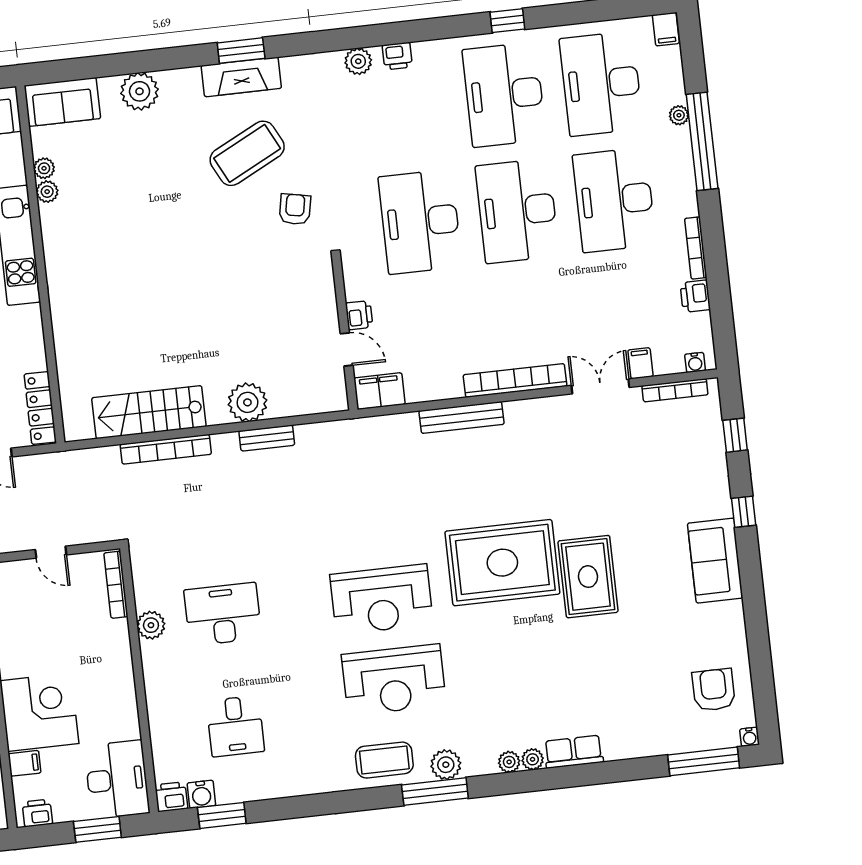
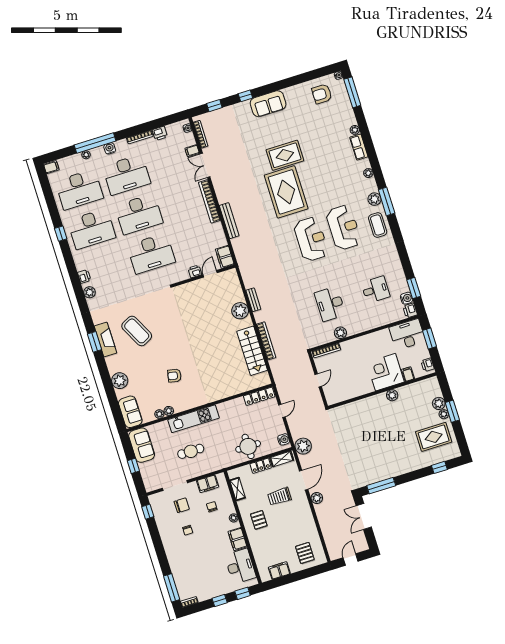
water cooler: (683, 173) -> (110, 148), added
armchair: (295, 209) -> (174, 376), moved
plant: (533, 759) -> (355, 130), moved

